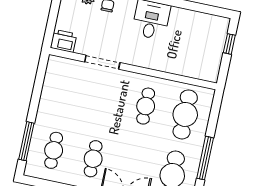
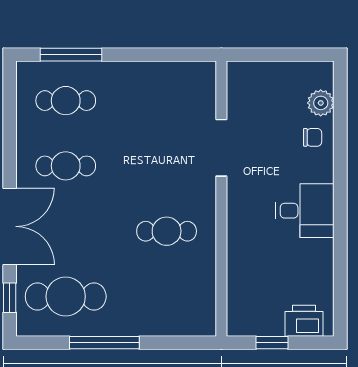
printer: (64, 41) -> (304, 321), moved, turned -90
window: (229, 44) -> (272, 343), moved
cafe table: (185, 114) -> (167, 296), removed

